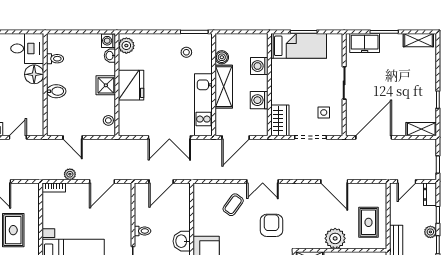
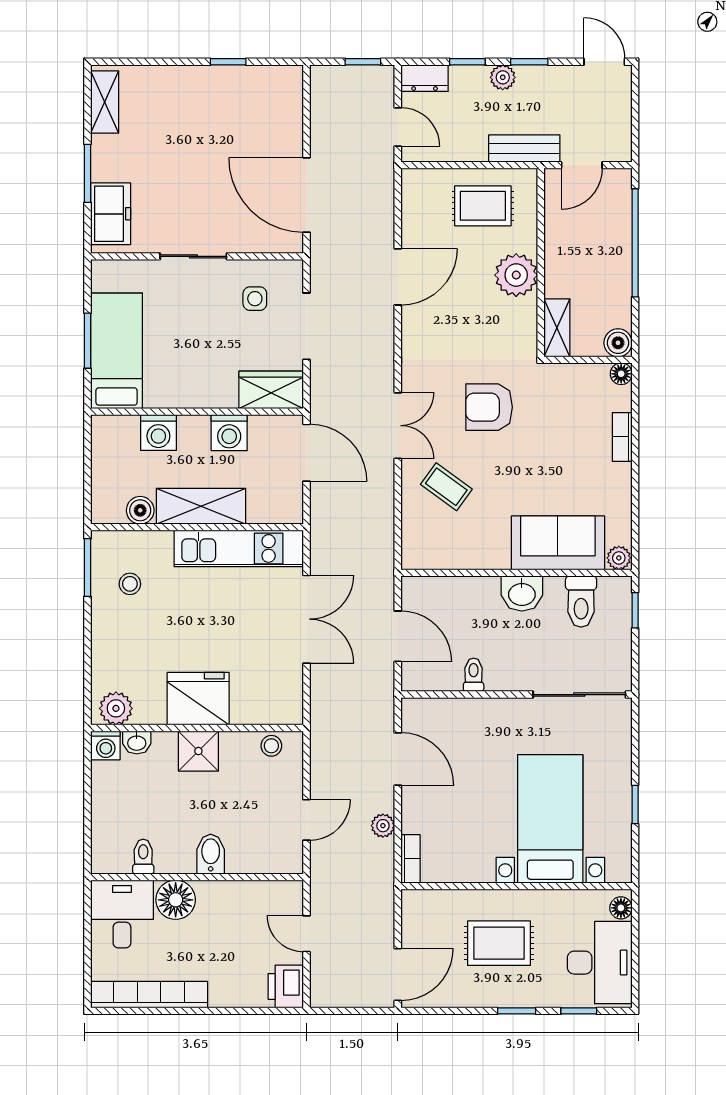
shelving: (421, 129) -> (289, 96), removed
door: (236, 137) -> (306, 453), moved
toilet: (143, 231) -> (474, 675), moved

